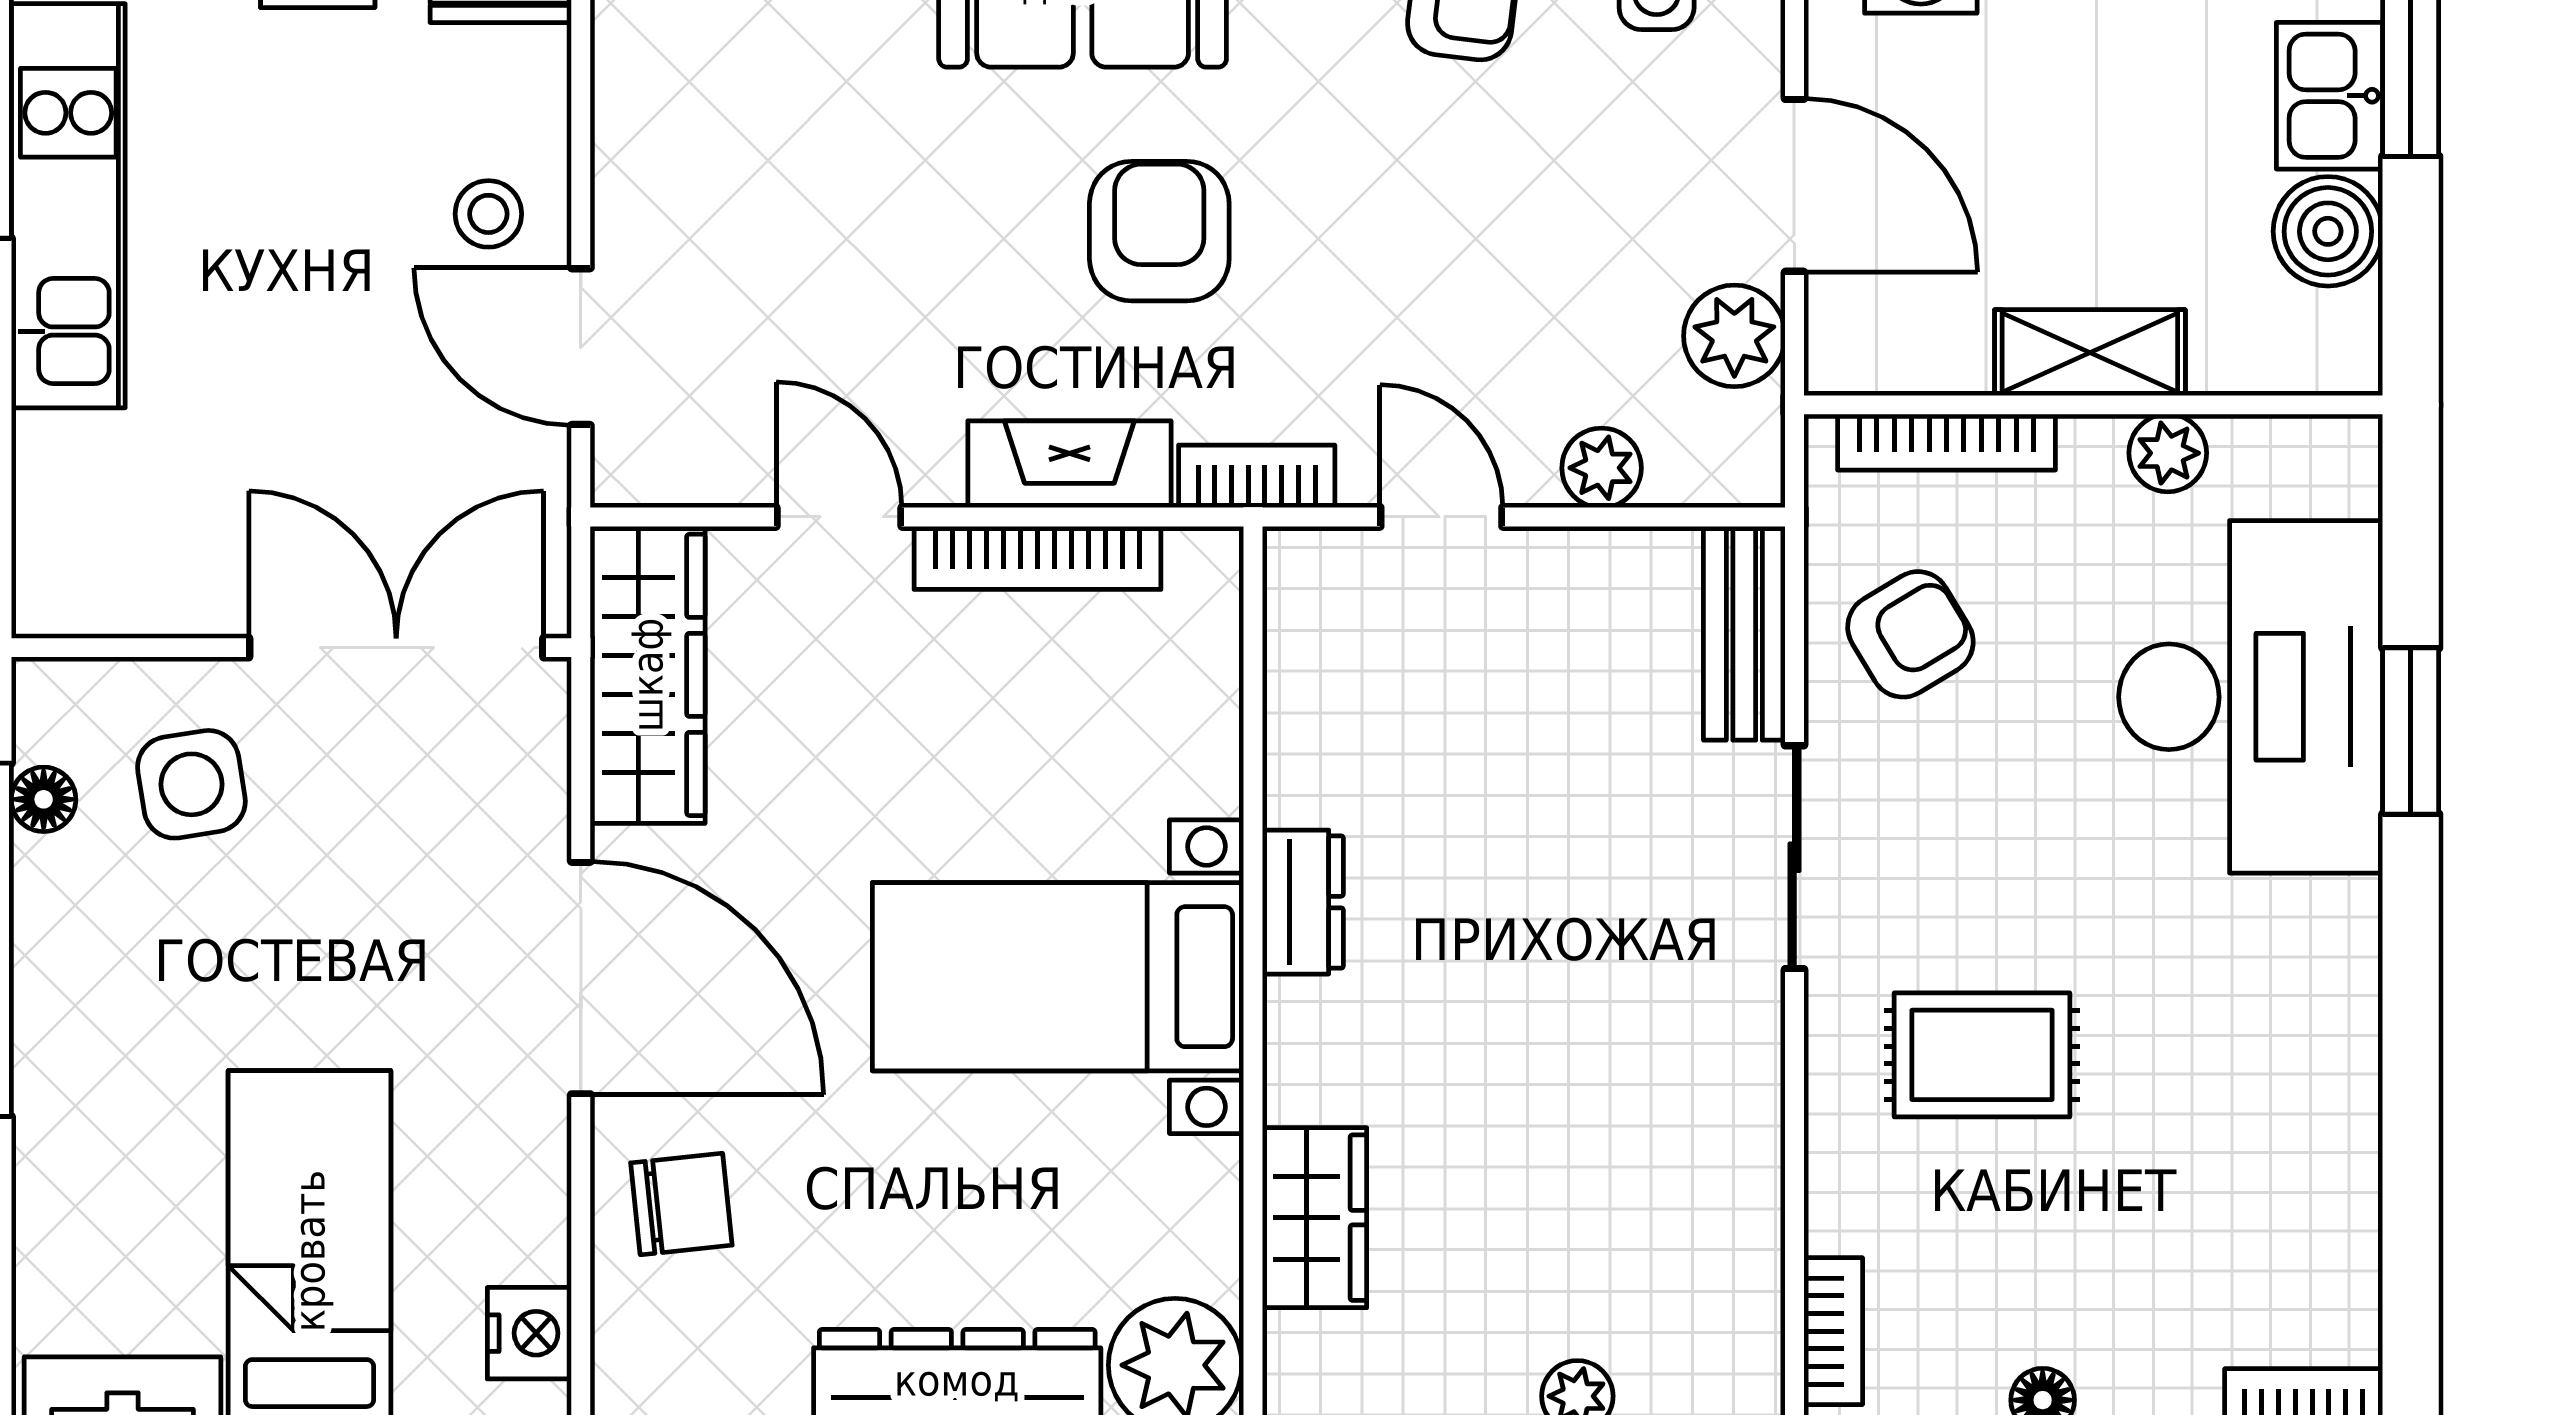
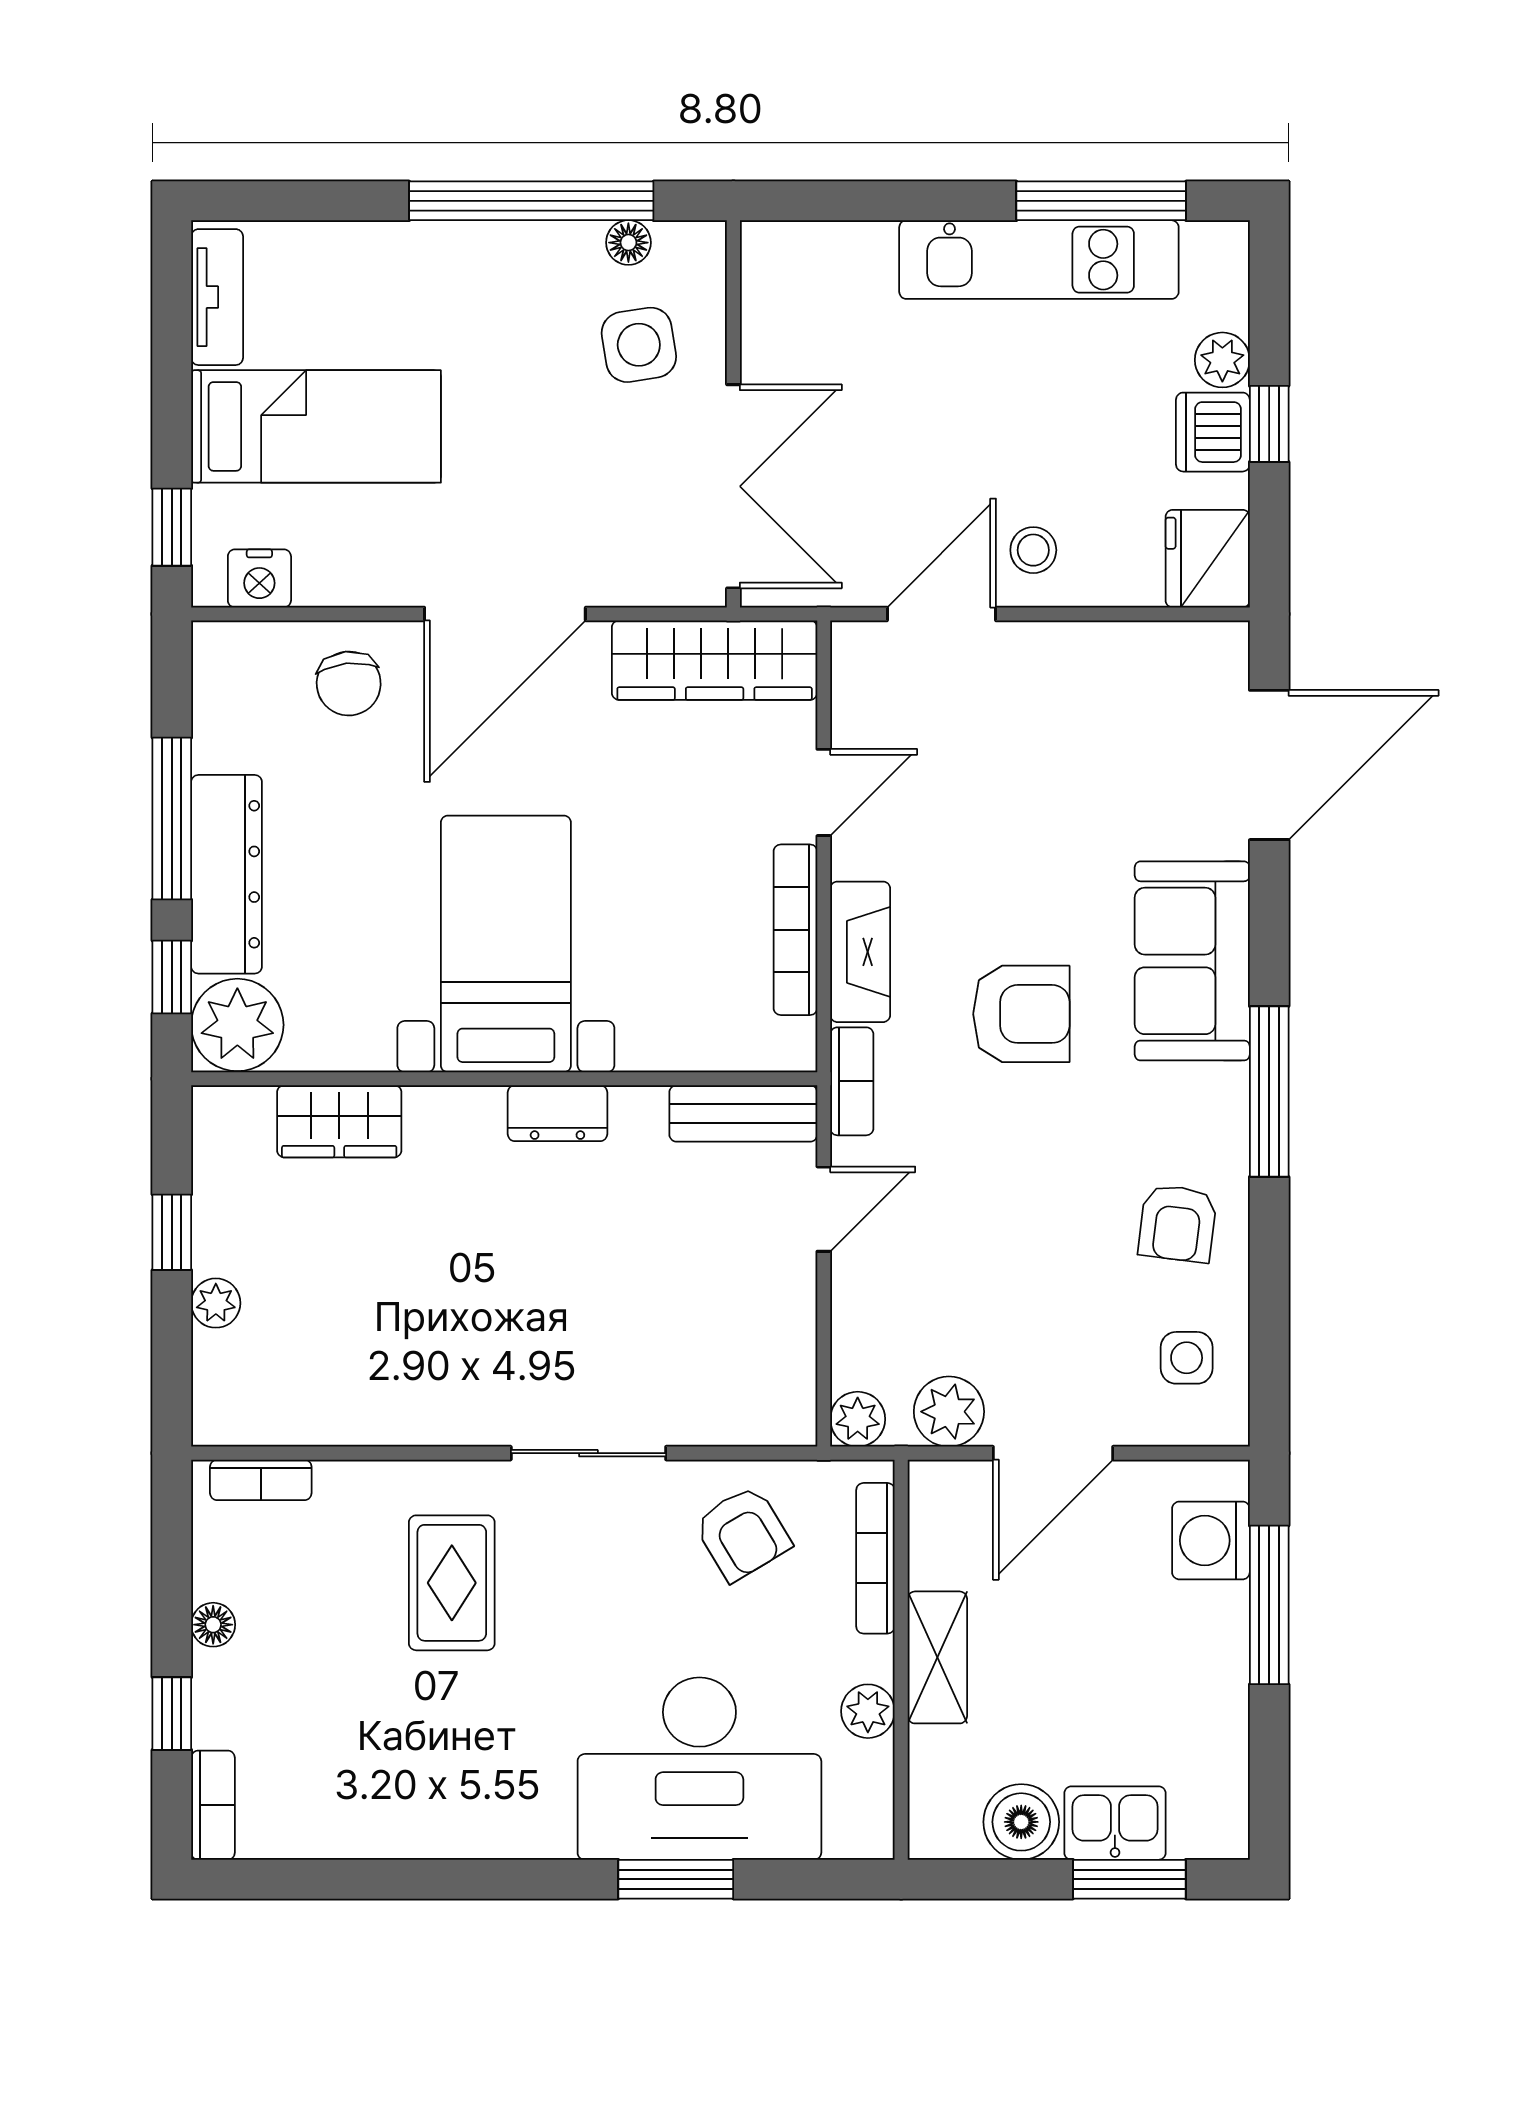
plant: (1602, 468) -> (858, 1419), moved
bench: (1744, 633) -> (743, 1113), moved

